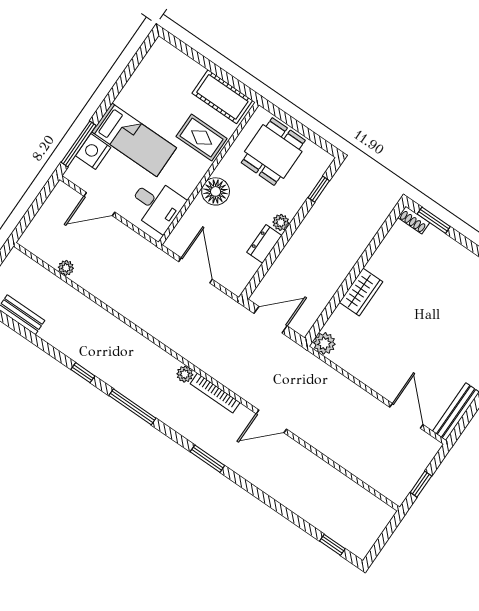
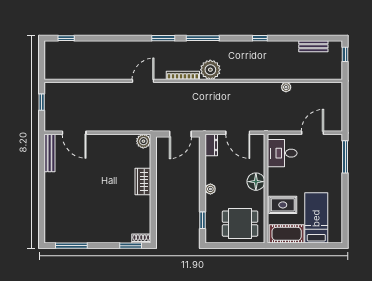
bed: (134, 140) -> (316, 218), moved, turned 90
nightstand: (93, 152) -> (335, 158), removed
dining table: (273, 152) -> (240, 224), turned 90
dresser: (264, 244) -> (211, 145), moved
plant: (66, 268) -> (286, 87), moved
plant: (185, 374) -> (210, 70), width x1.88, depth x1.88
window: (132, 407) -> (203, 38), moved

